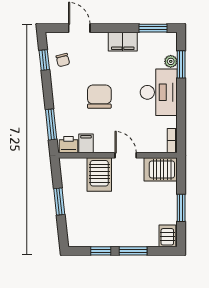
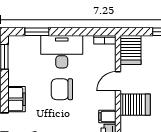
filing cabinet: (123, 42) -> (17, 99), moved
plant: (171, 61) -> (34, 41), removed
chair: (99, 97) -> (62, 89), moved

